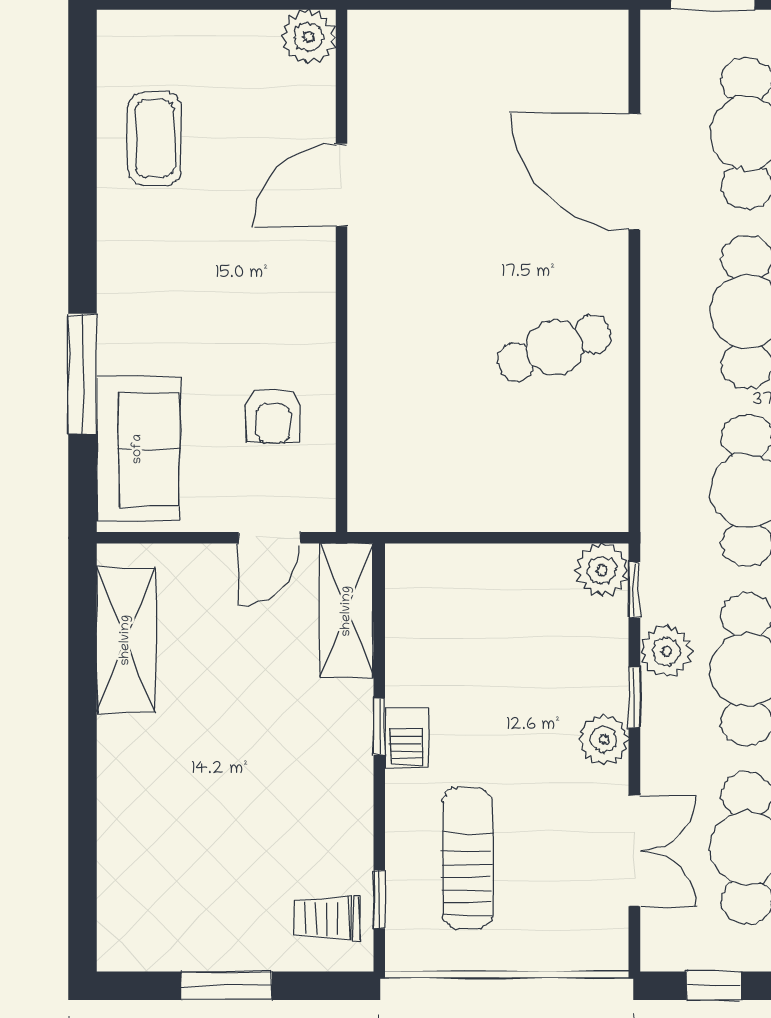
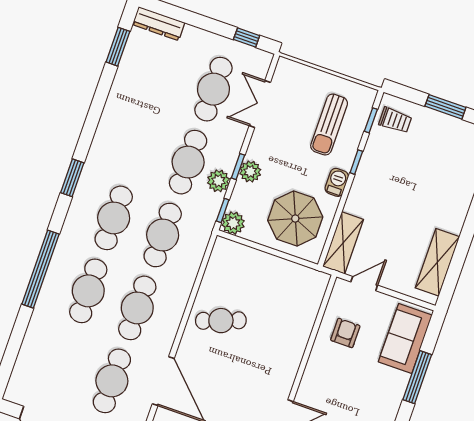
parasol: (470, 627) -> (295, 219), added
window: (379, 727) -> (356, 162), moved
plant: (604, 740) -> (250, 172), moved

